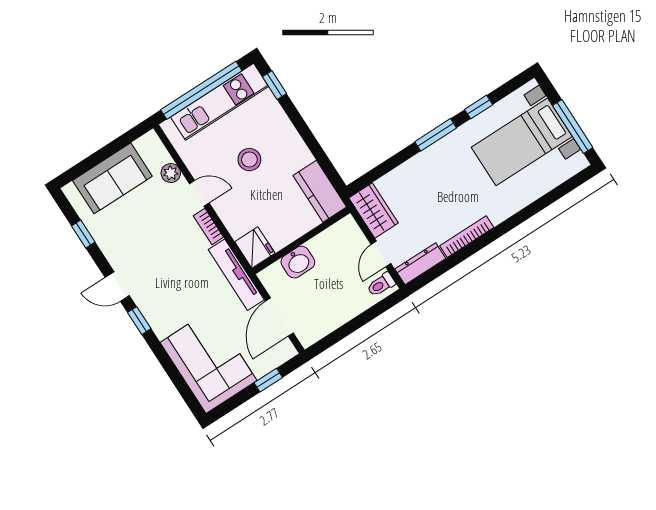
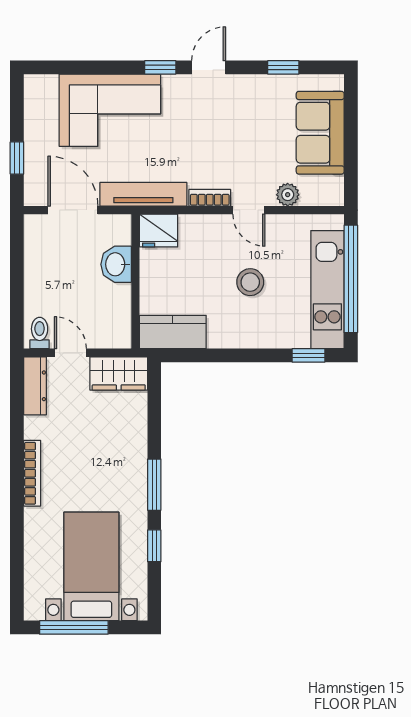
door: (199, 193) -> (249, 210), hinge flipped
bookcase: (467, 237) -> (32, 473), moved
corner sofa: (209, 361) -> (110, 110), moved

